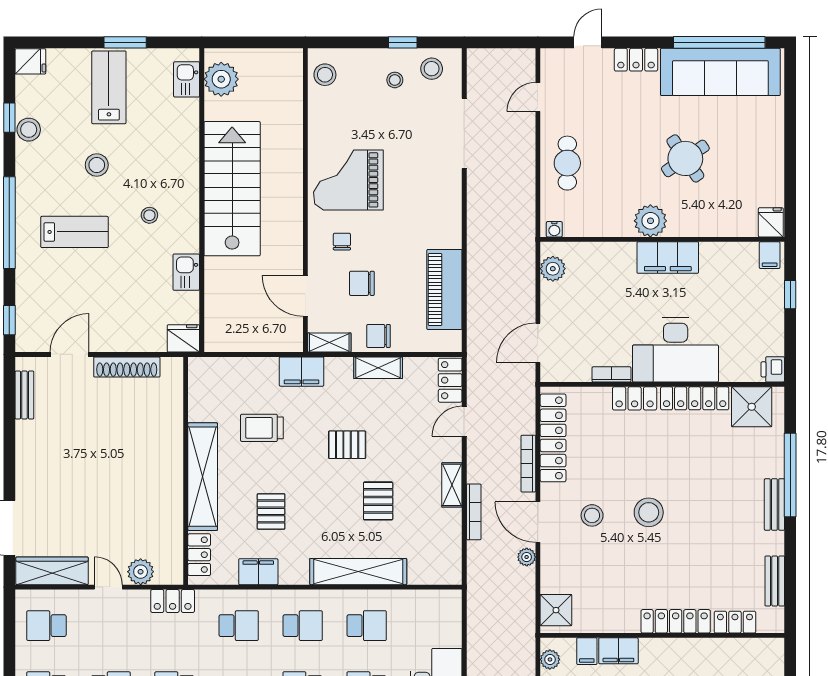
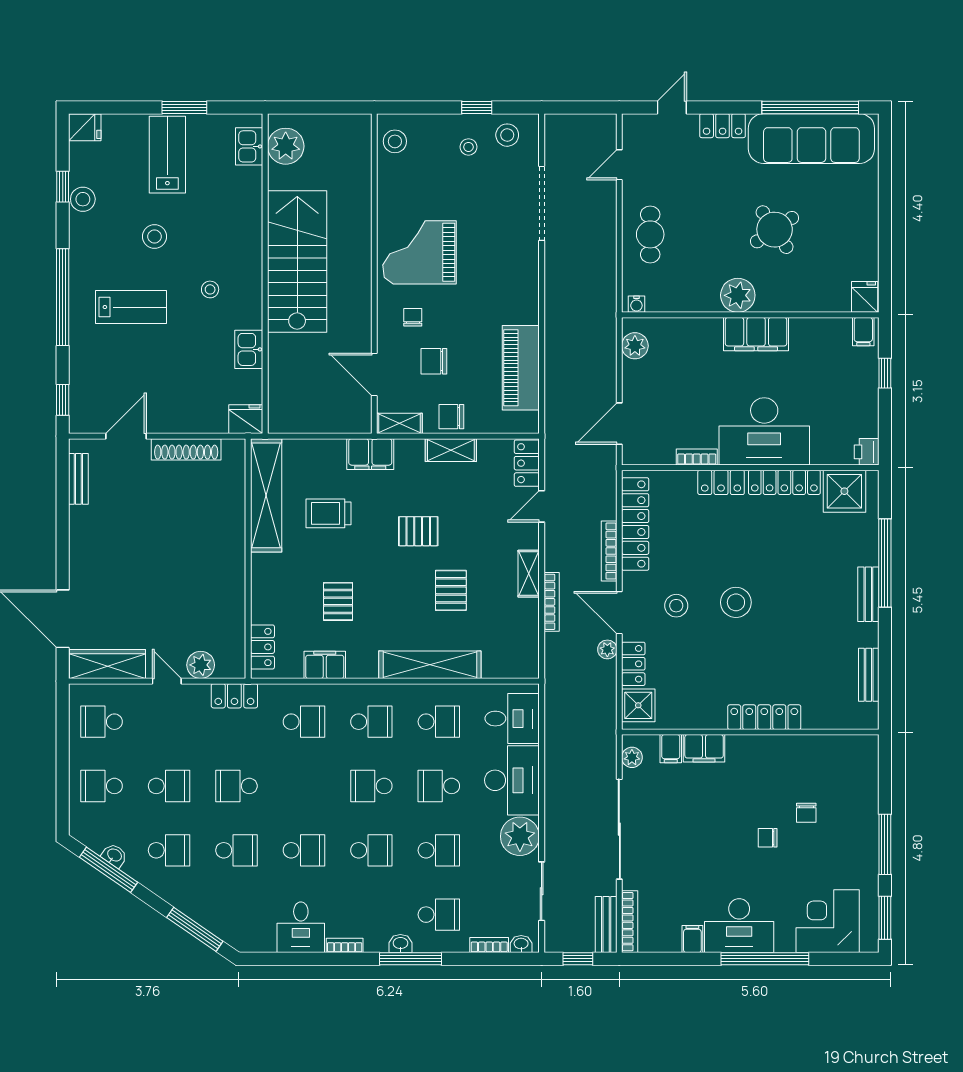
shelving: (203, 477) -> (266, 495), moved
locker: (735, 622) -> (633, 664), moved, turned 90
desk: (436, 623) -> (512, 719), added

